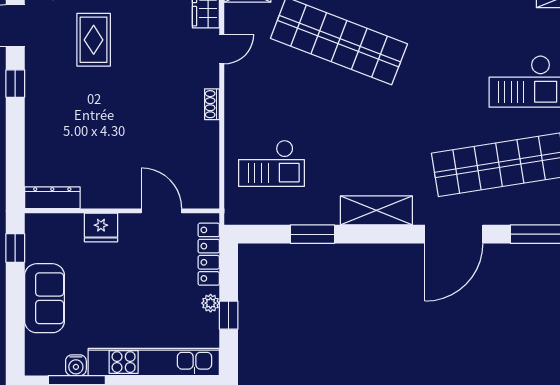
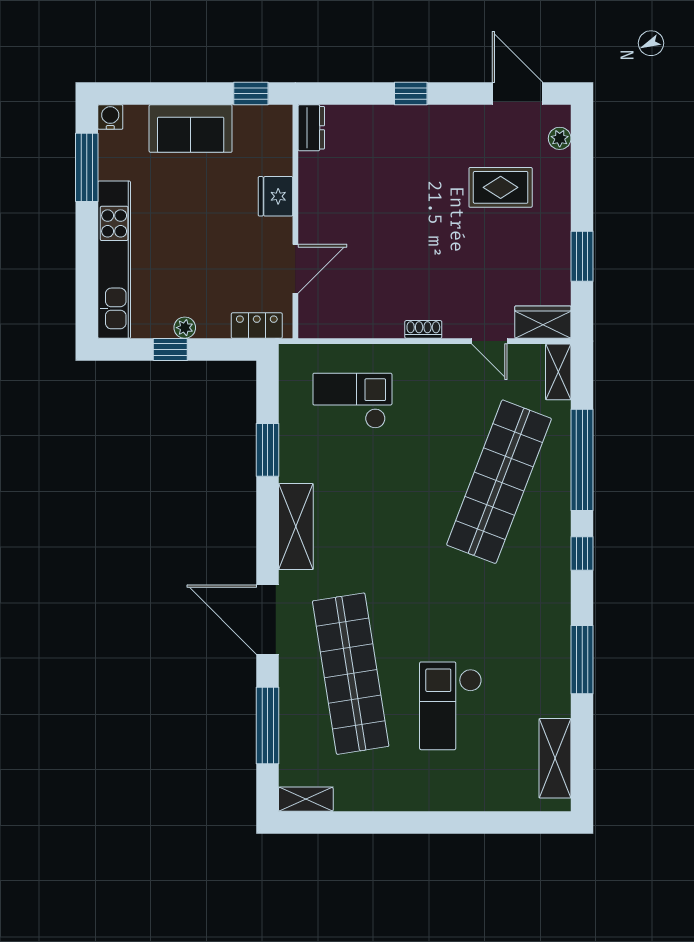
window: (15, 84) -> (411, 93), moved
checkout: (271, 163) -> (352, 401), turned 90
dresser: (52, 198) -> (311, 128), width x0.70
locker: (209, 254) -> (257, 326), width x0.66
water cooler: (76, 365) -> (110, 117), moved, turned 90

